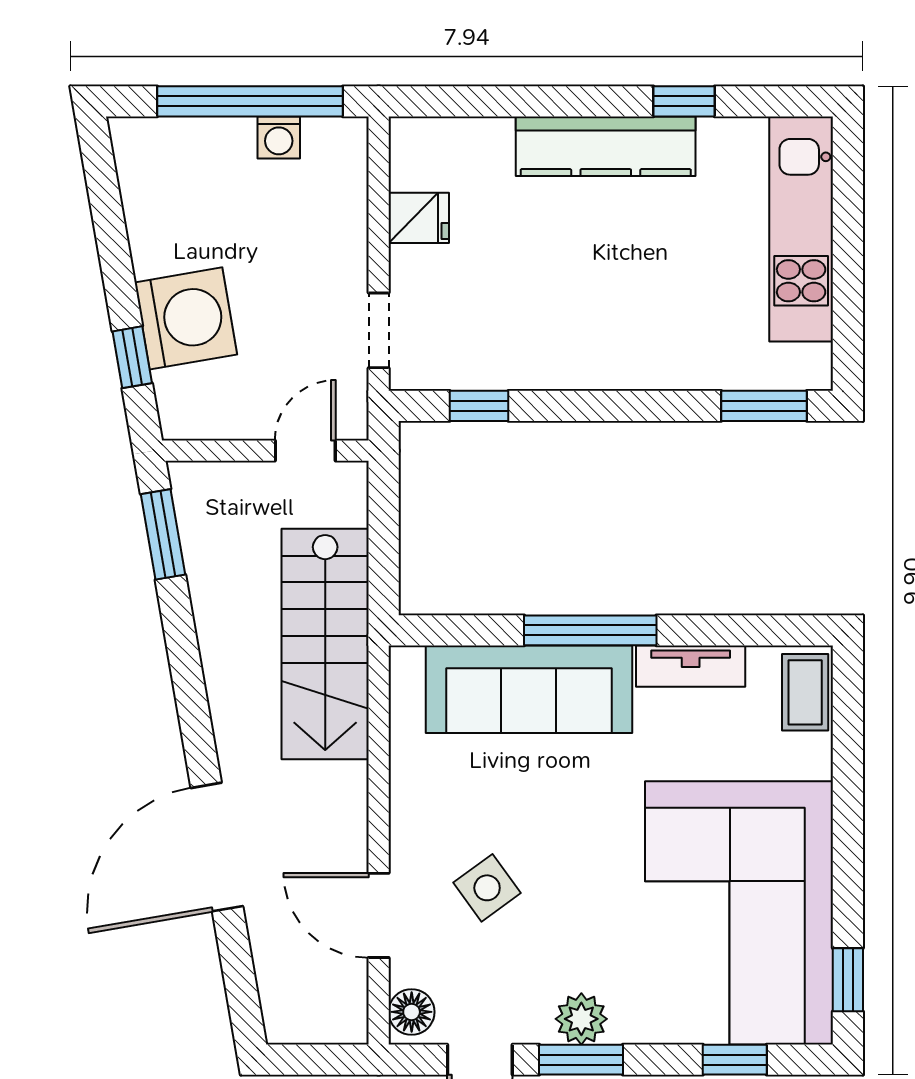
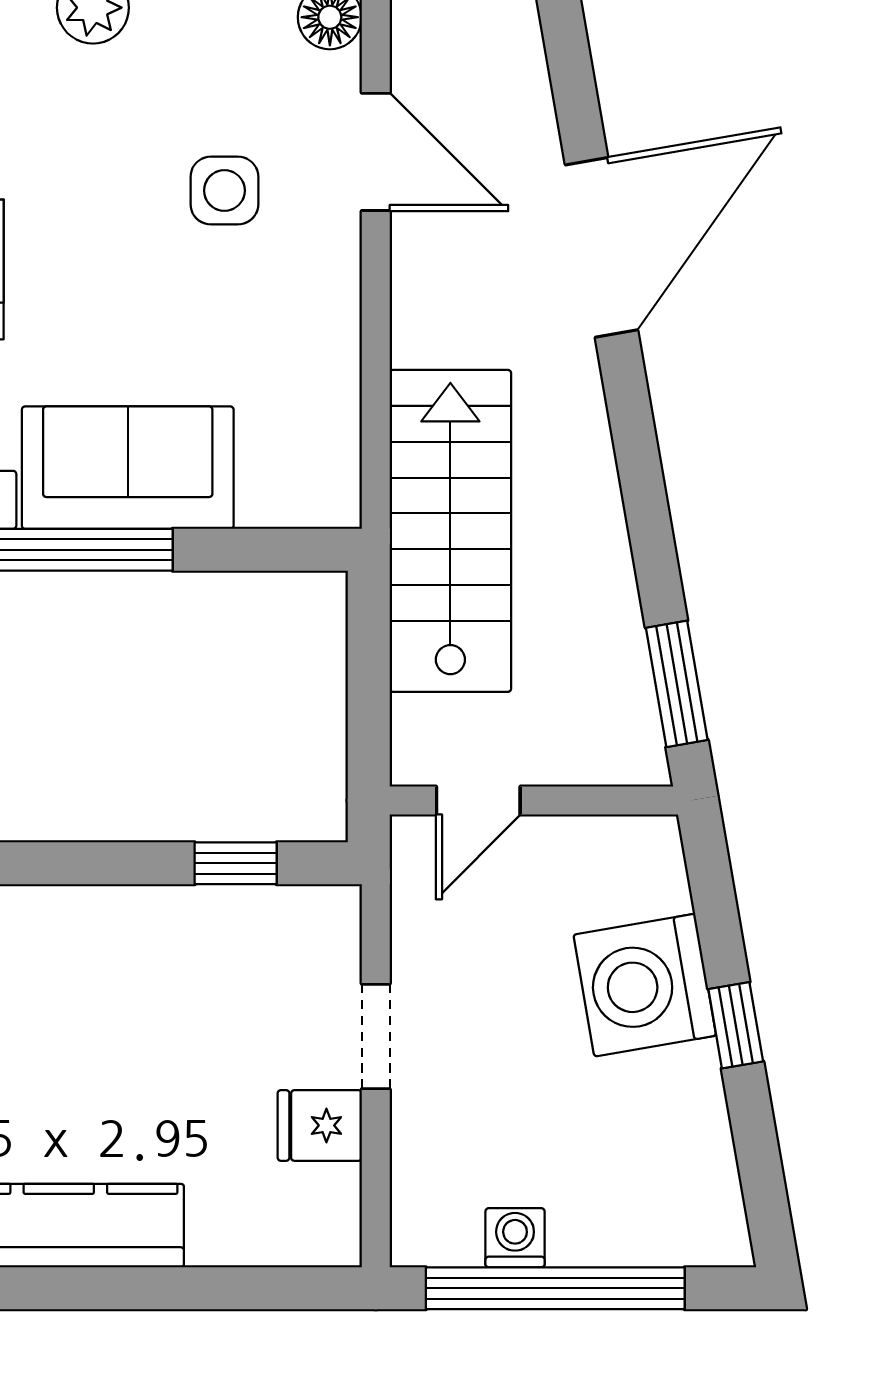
doorway: (379, 330) -> (376, 1036), moved
window: (132, 357) -> (736, 1025), moved
sofa: (529, 689) -> (128, 468), width x0.73
side table: (487, 888) -> (224, 191), turned 36

